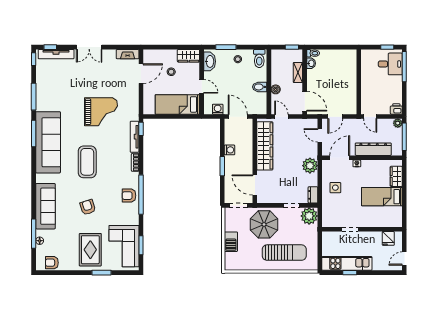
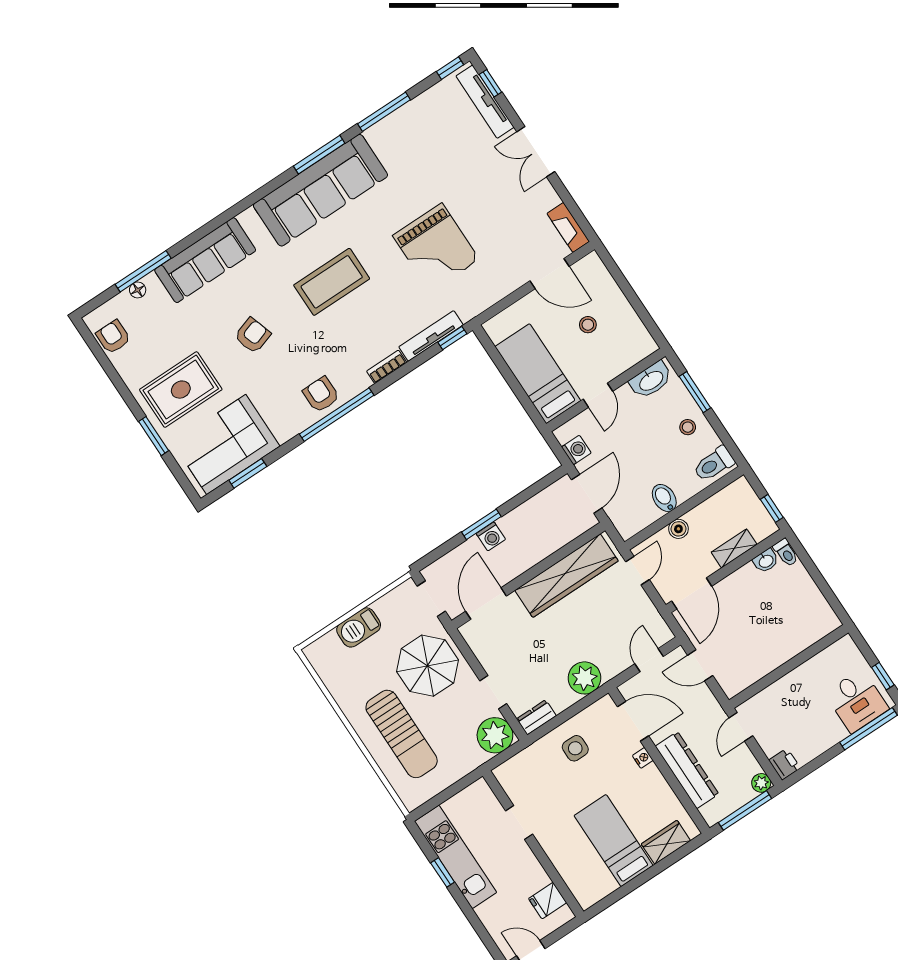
wardrobe: (188, 56) -> (636, 336), removed
washing machine: (229, 150) -> (491, 536), moved

